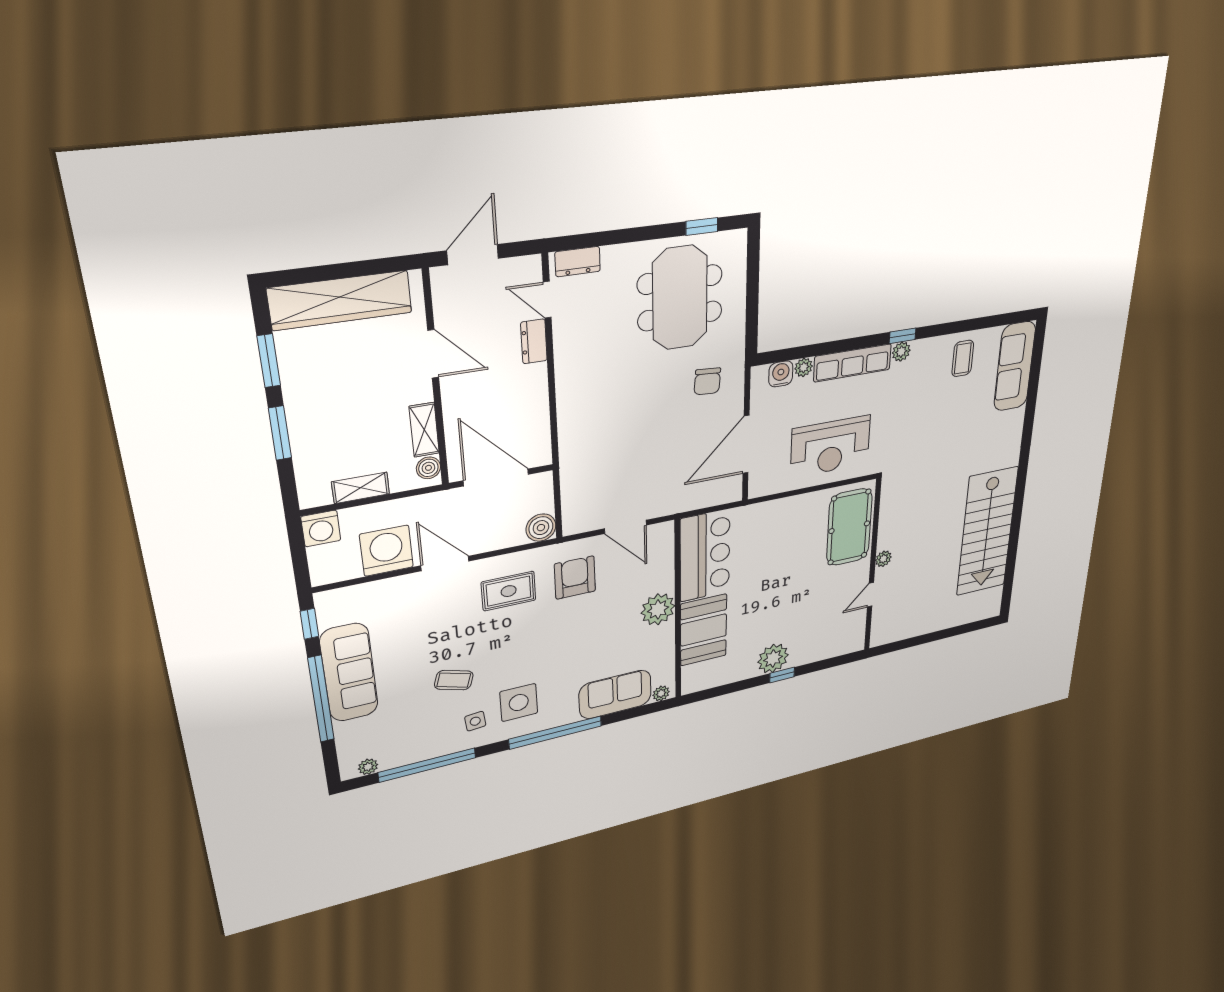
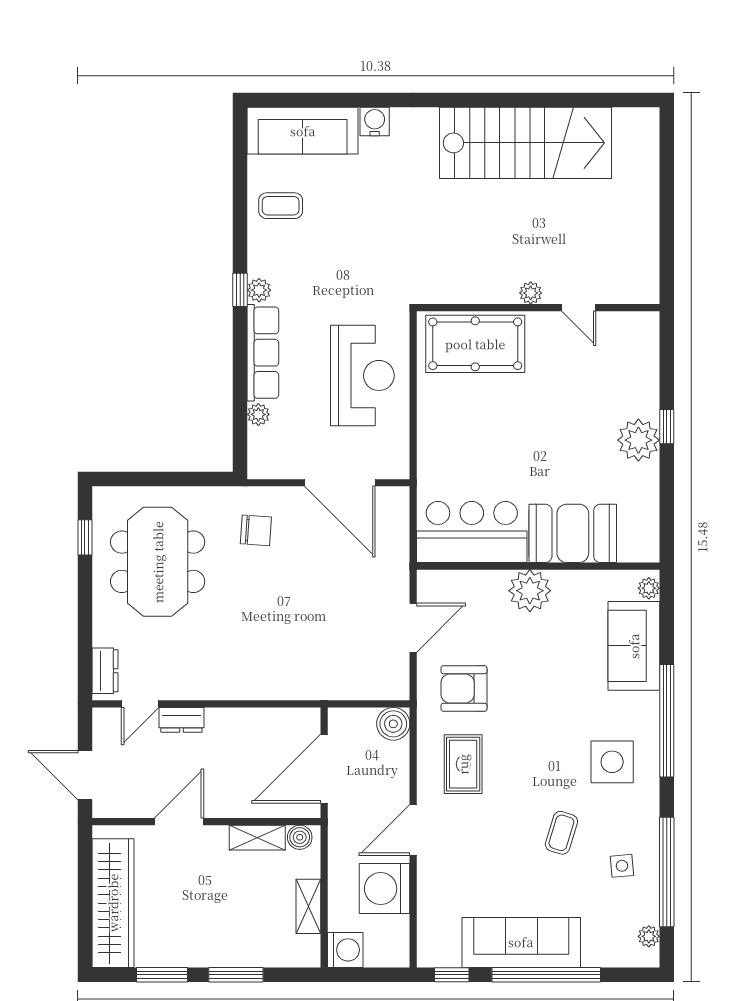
meeting table: (680, 298) -> (158, 562), turned 90
water cooler: (781, 374) -> (375, 122), moved, turned 90
side table: (475, 721) -> (622, 866), moved

